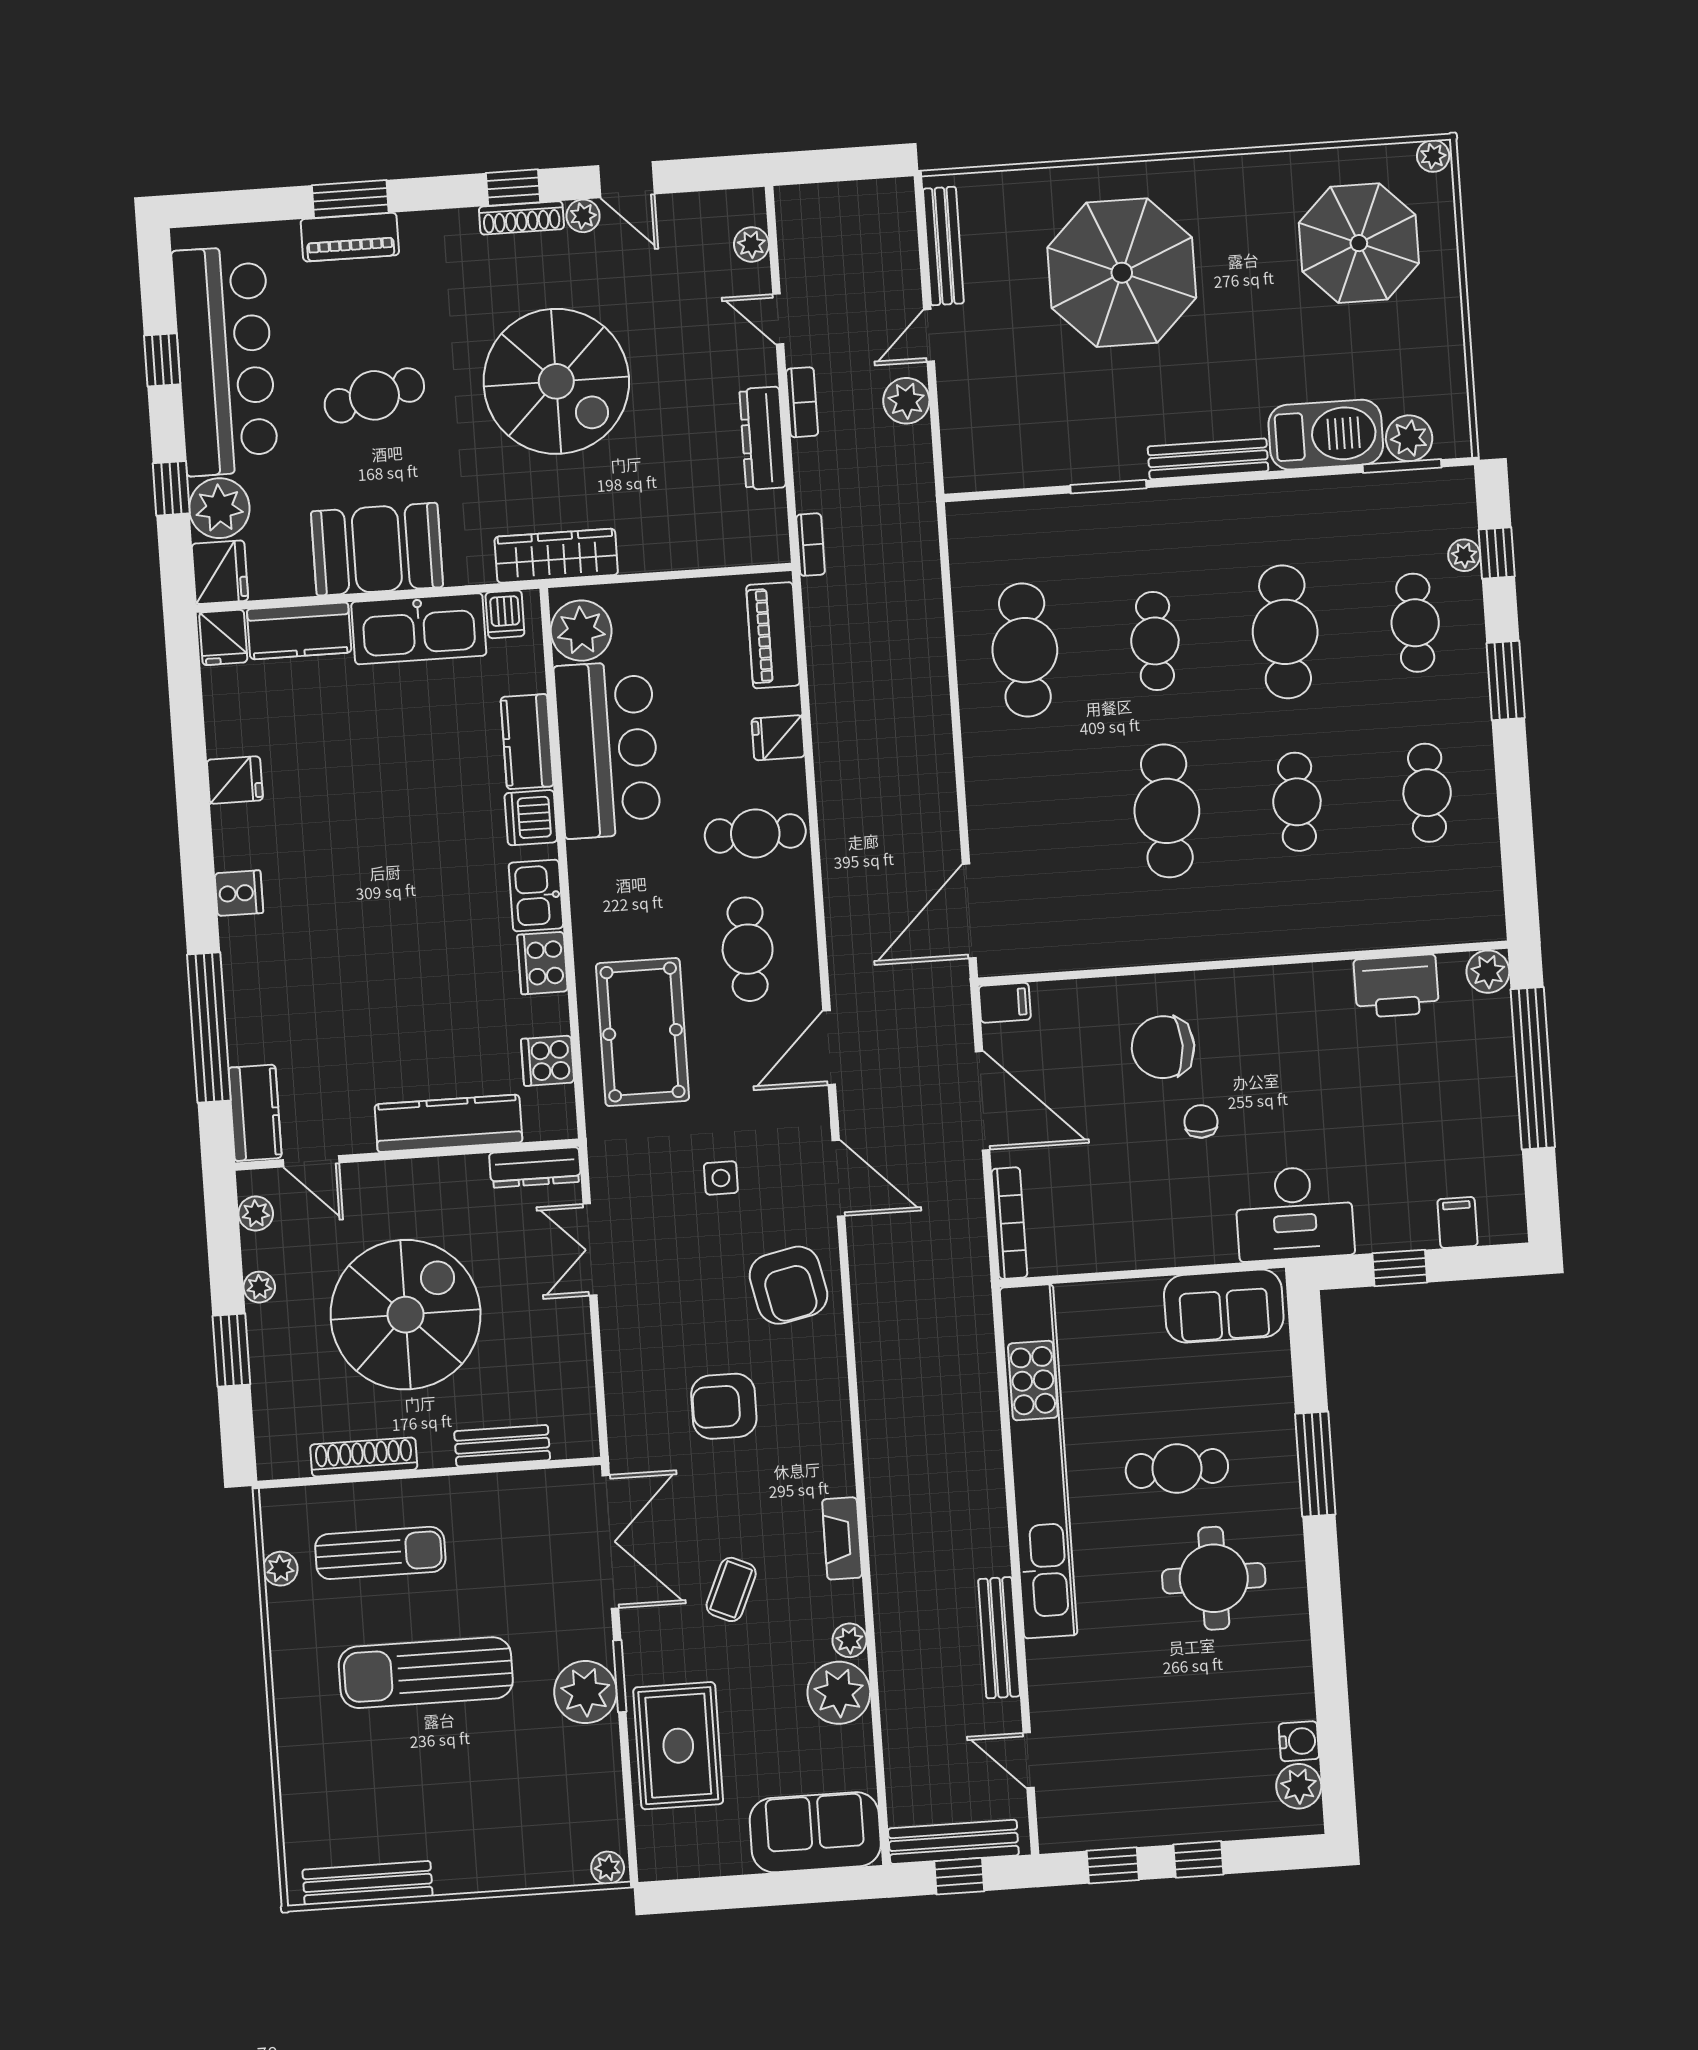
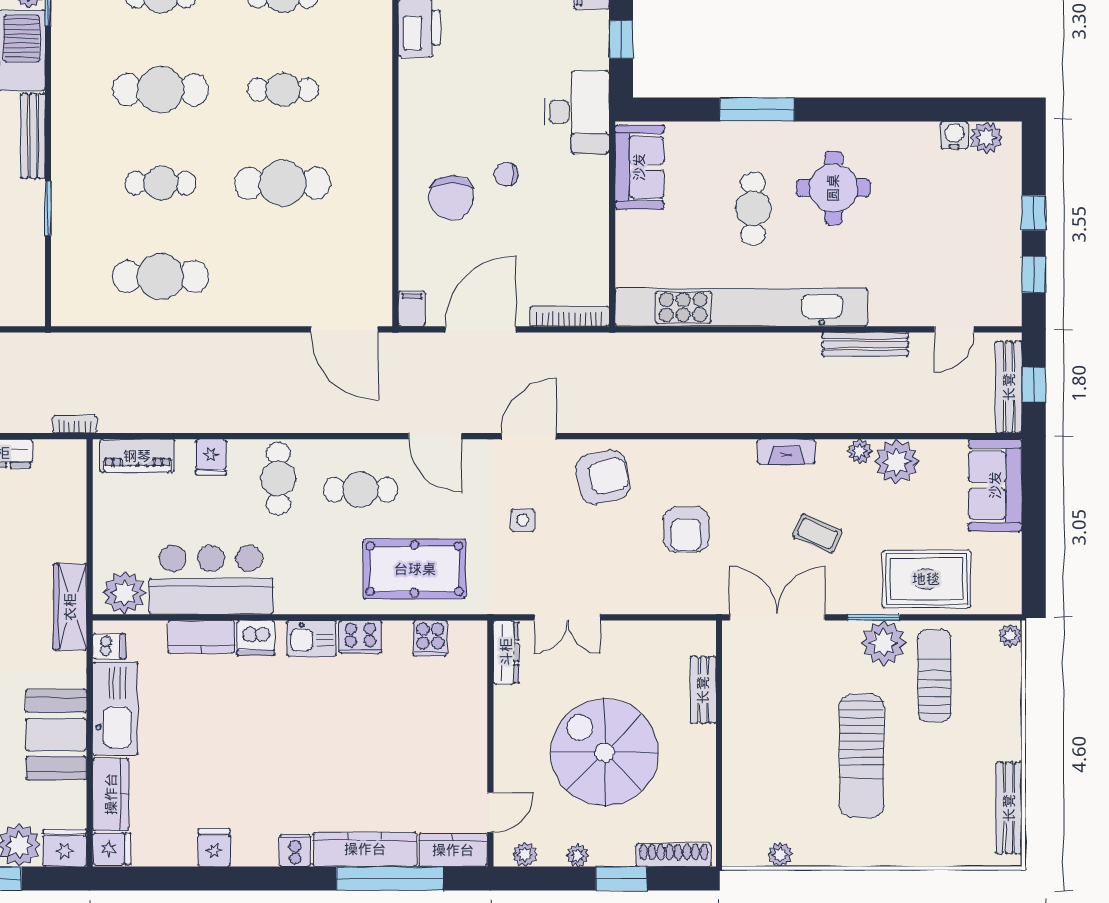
kitchen counter: (448, 1123) -> (365, 849), moved, turned 90
shoe rack: (364, 1457) -> (674, 855), moved, turned 90
sun lounger: (380, 1553) -> (934, 676), moved

